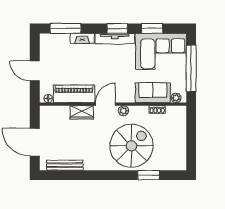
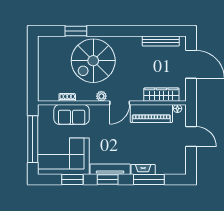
window: (66, 28) -> (149, 180), moved
plant: (176, 98) -> (48, 109), removed
wardrobe: (82, 112) -> (161, 95), moved, width x1.50

